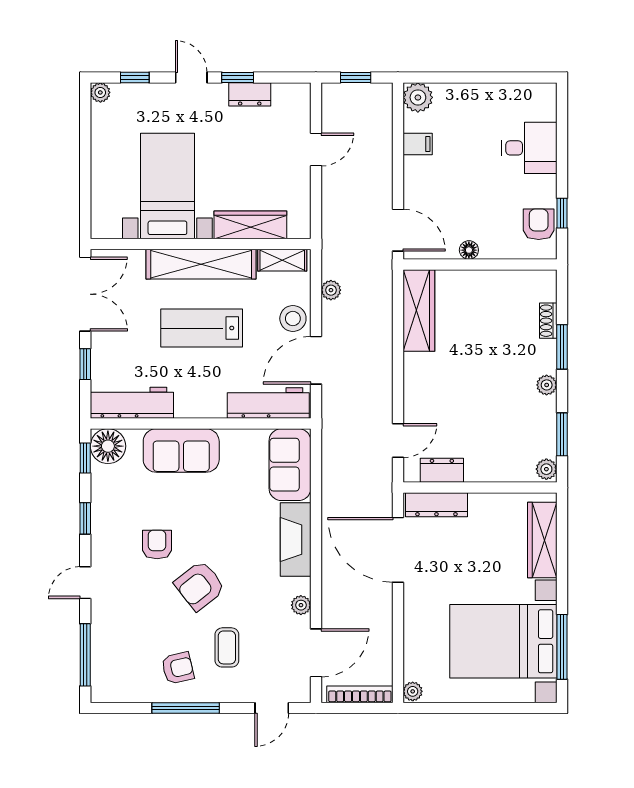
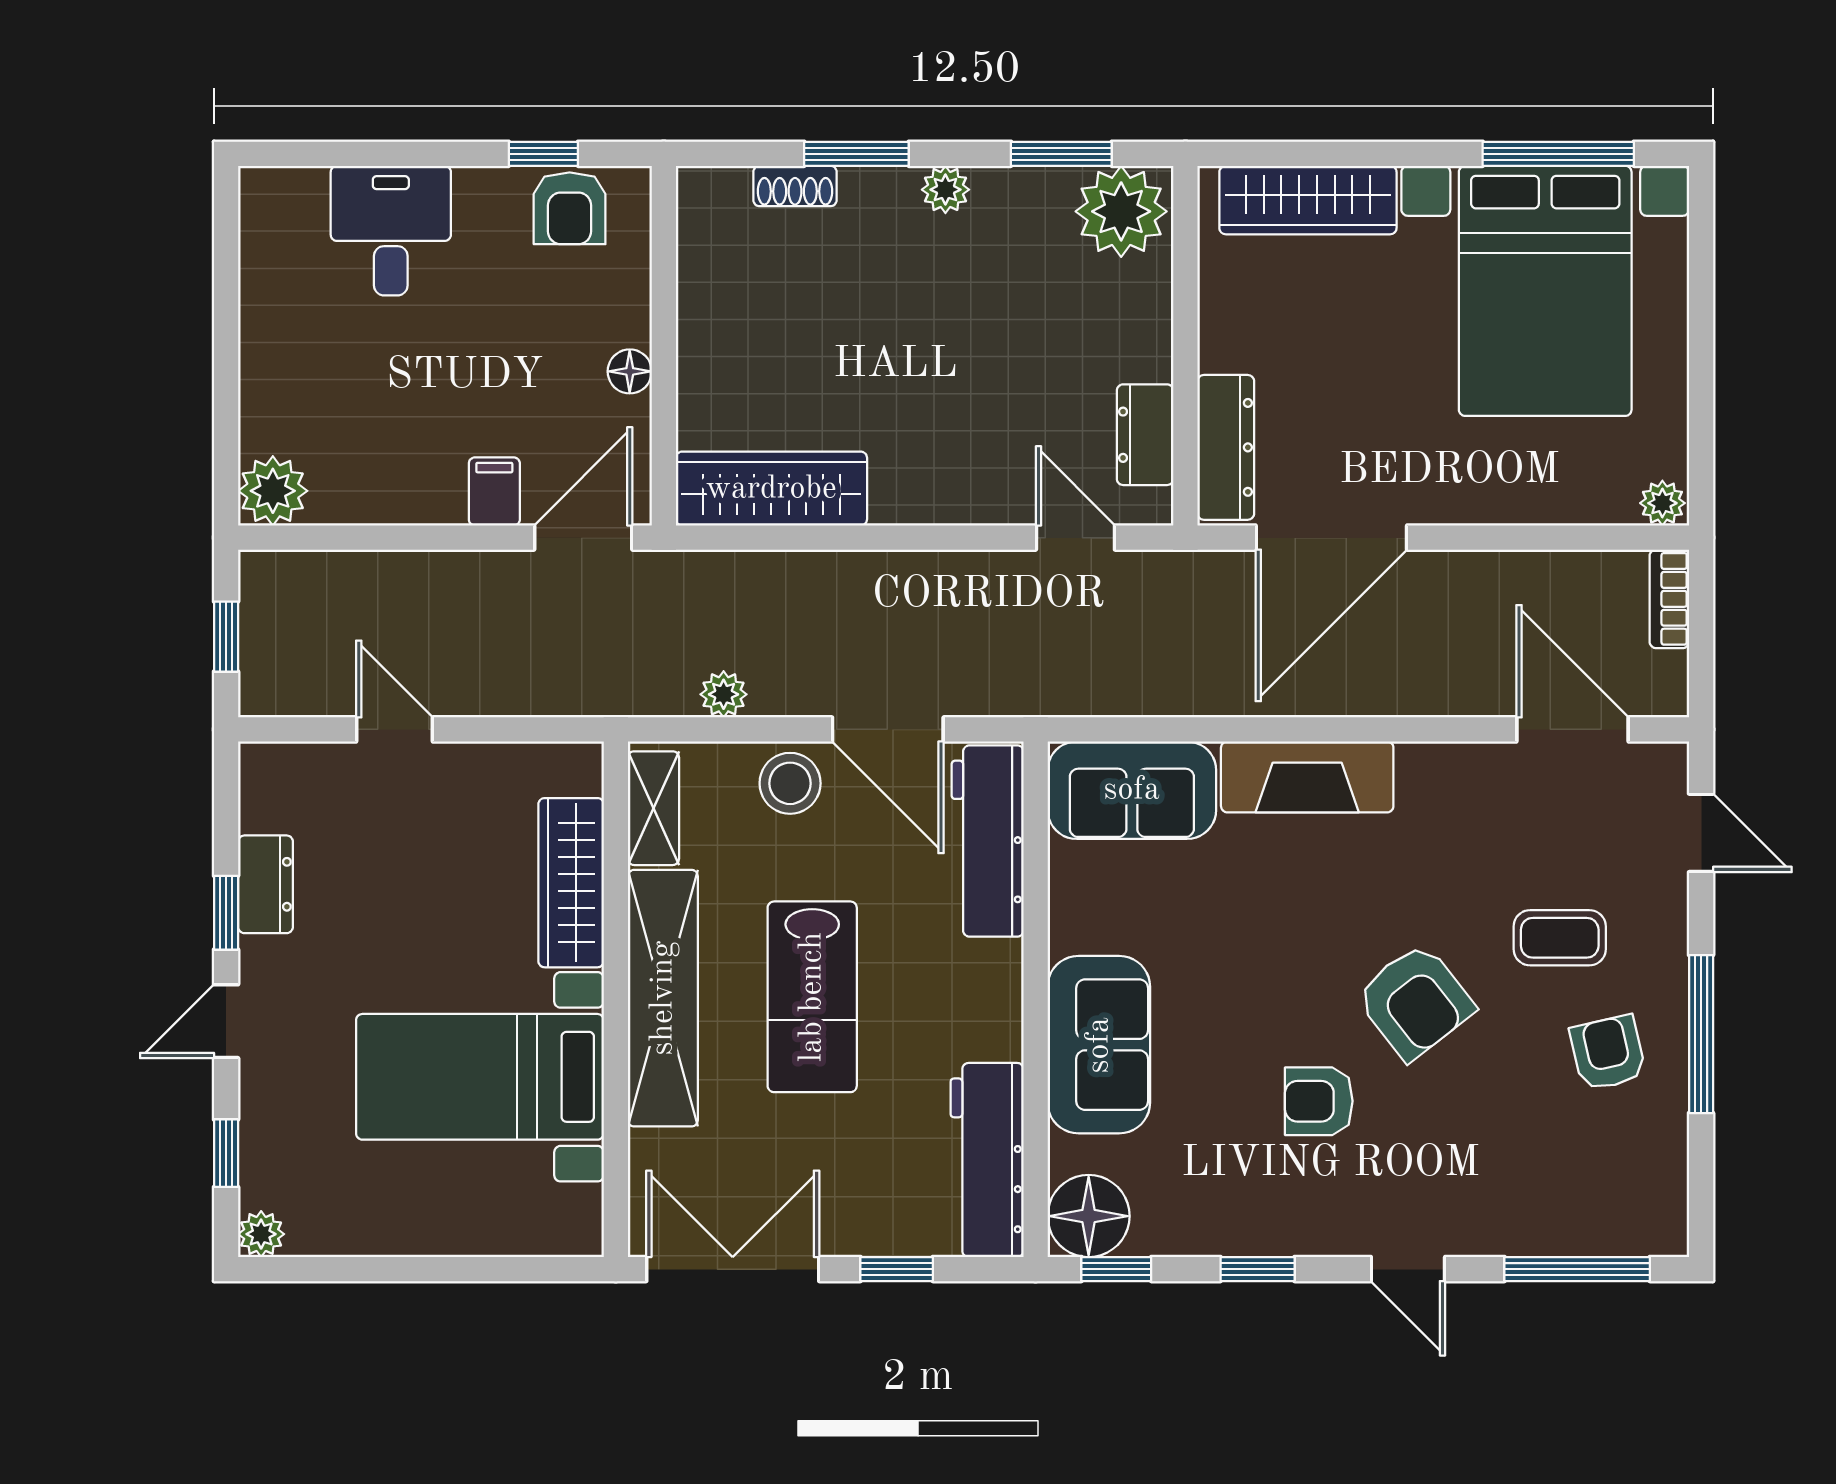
filing cabinet: (418, 144) -> (494, 491), moved
armchair: (539, 224) -> (570, 208), turned -90
plant: (546, 469) -> (1121, 211), width x1.88, depth x1.88
plant: (301, 605) -> (1461, 764), removed
bookcase: (360, 694) -> (1669, 599), width x0.64

